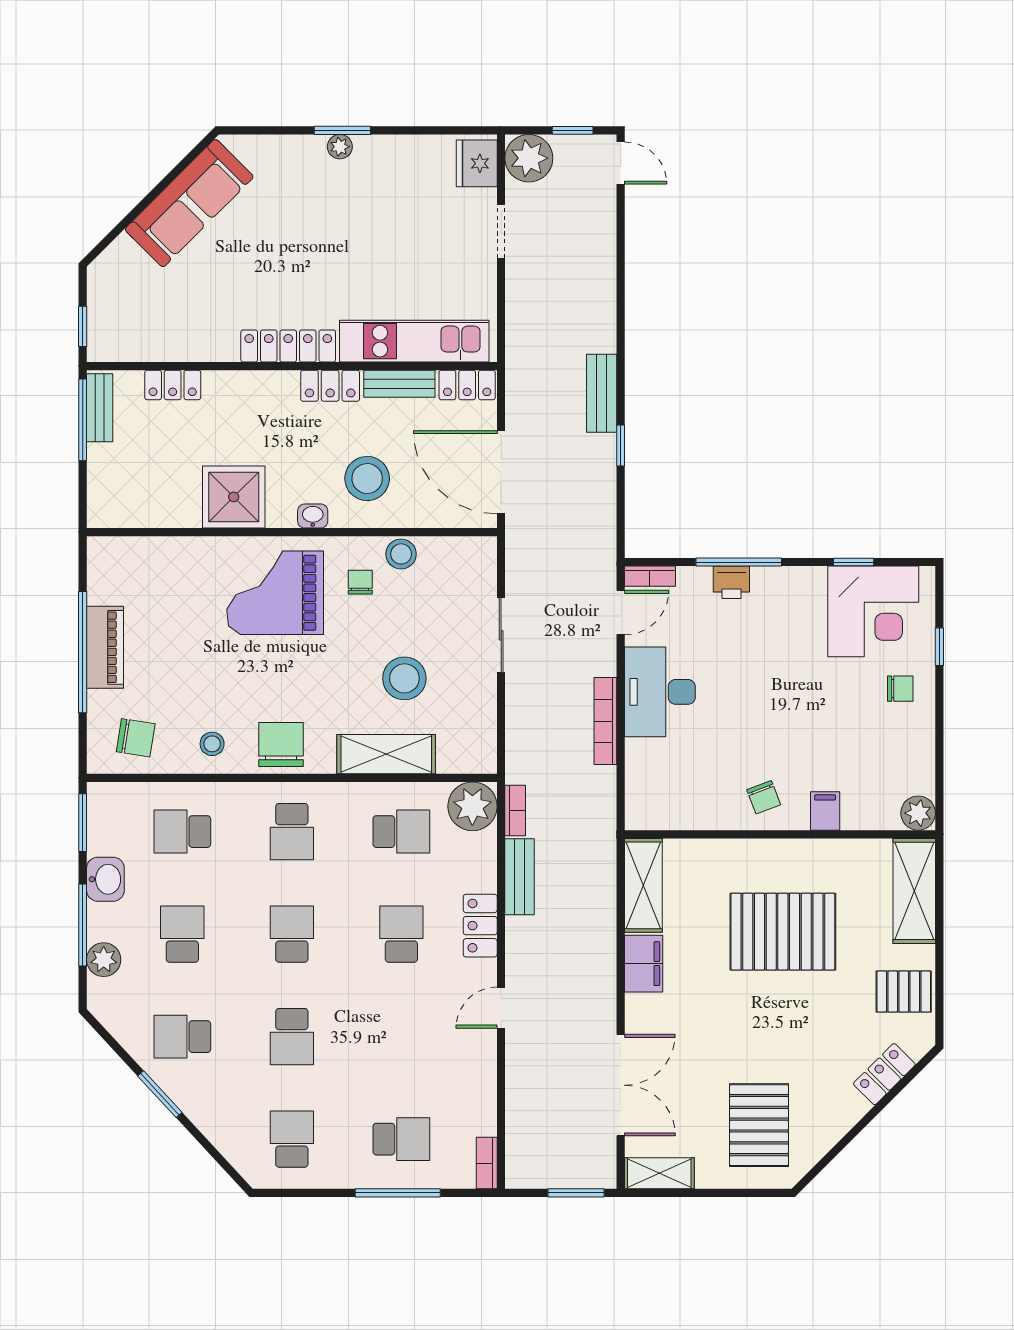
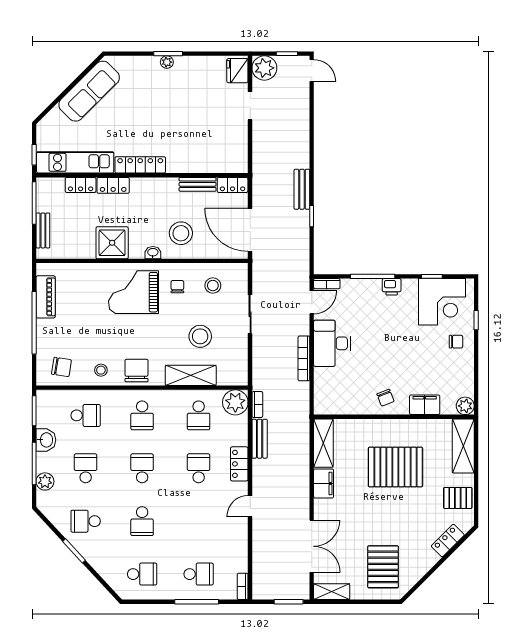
kitchen unit: (414, 341) -> (75, 162), moved
locker: (330, 386) -> (113, 185), moved
bench: (100, 408) -> (43, 230), moved
stool: (401, 554) -> (213, 286), moved
printer: (731, 582) -> (392, 287), moved
piano: (105, 647) -> (46, 297), moved
filing cabinet: (825, 811) -> (425, 405), width x2.00
school desk: (182, 832) -> (86, 415), turned 180
school desk: (401, 832) -> (199, 415), turned 90
school desk: (292, 1139) -> (142, 574), turned 90

